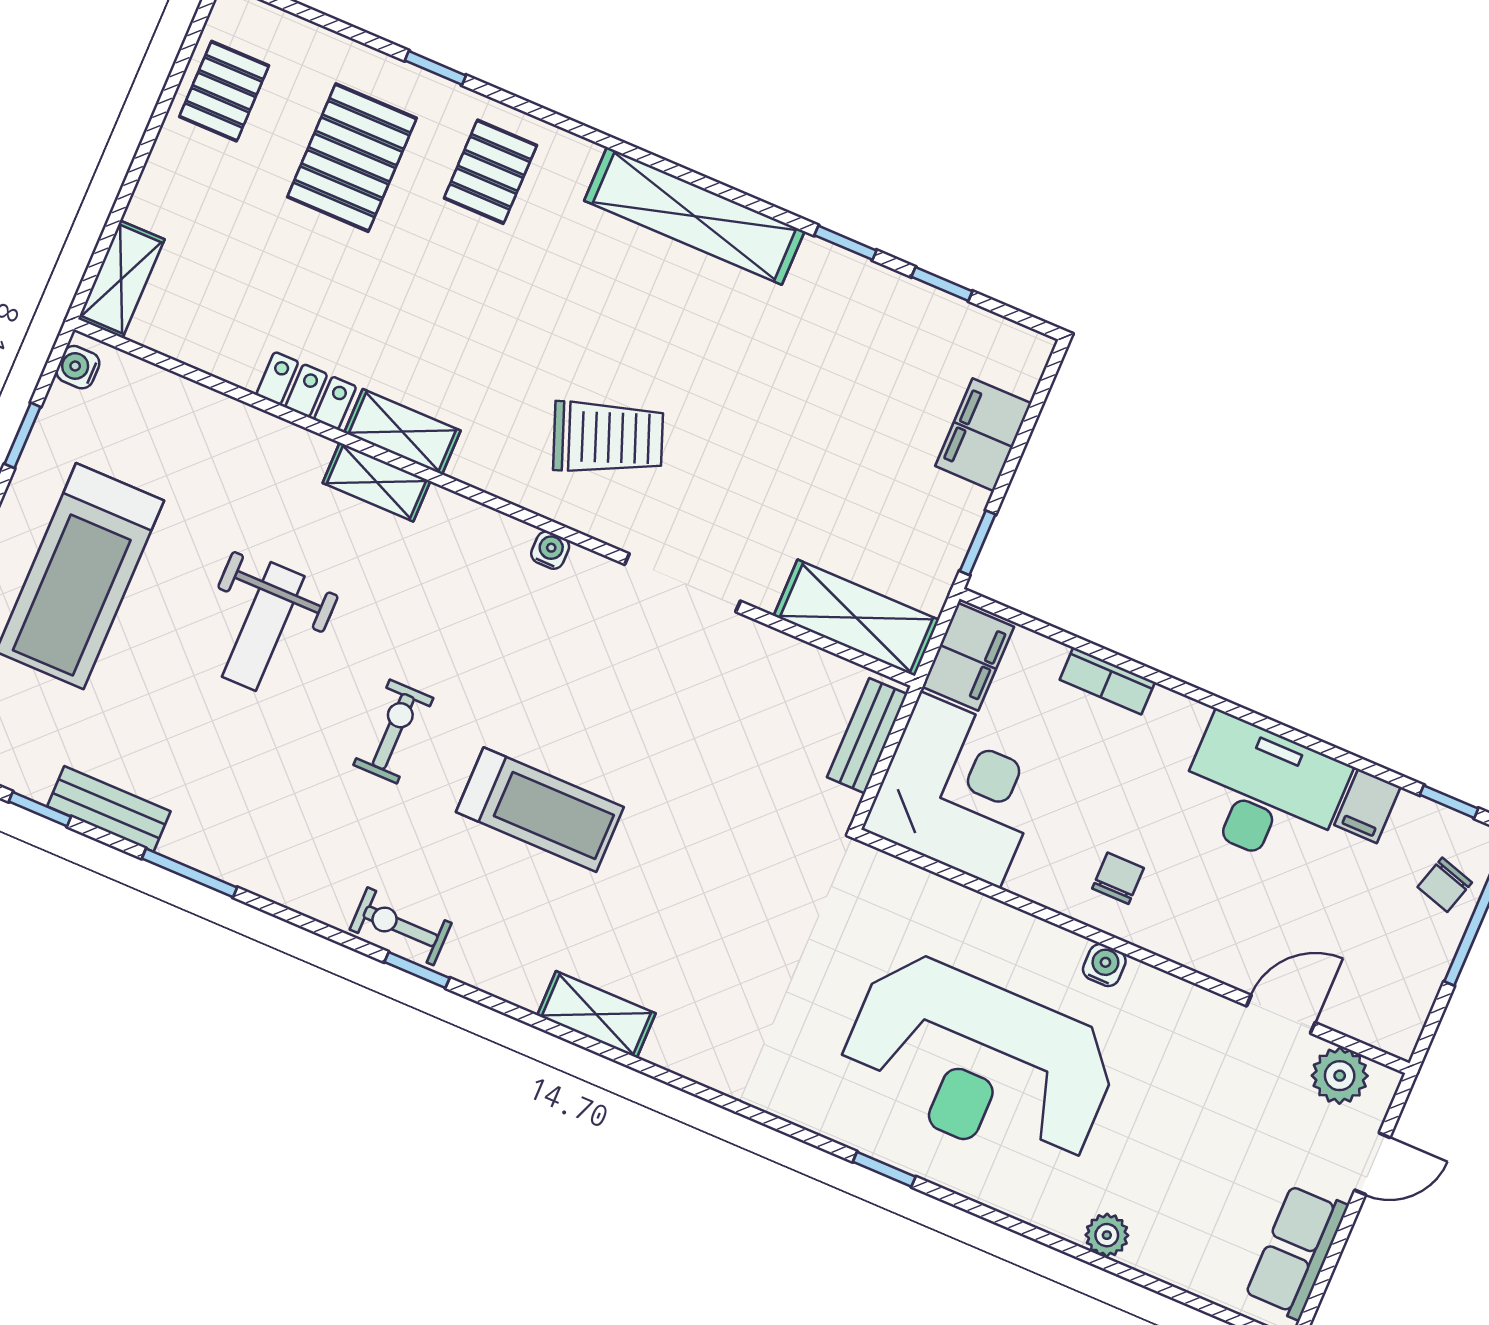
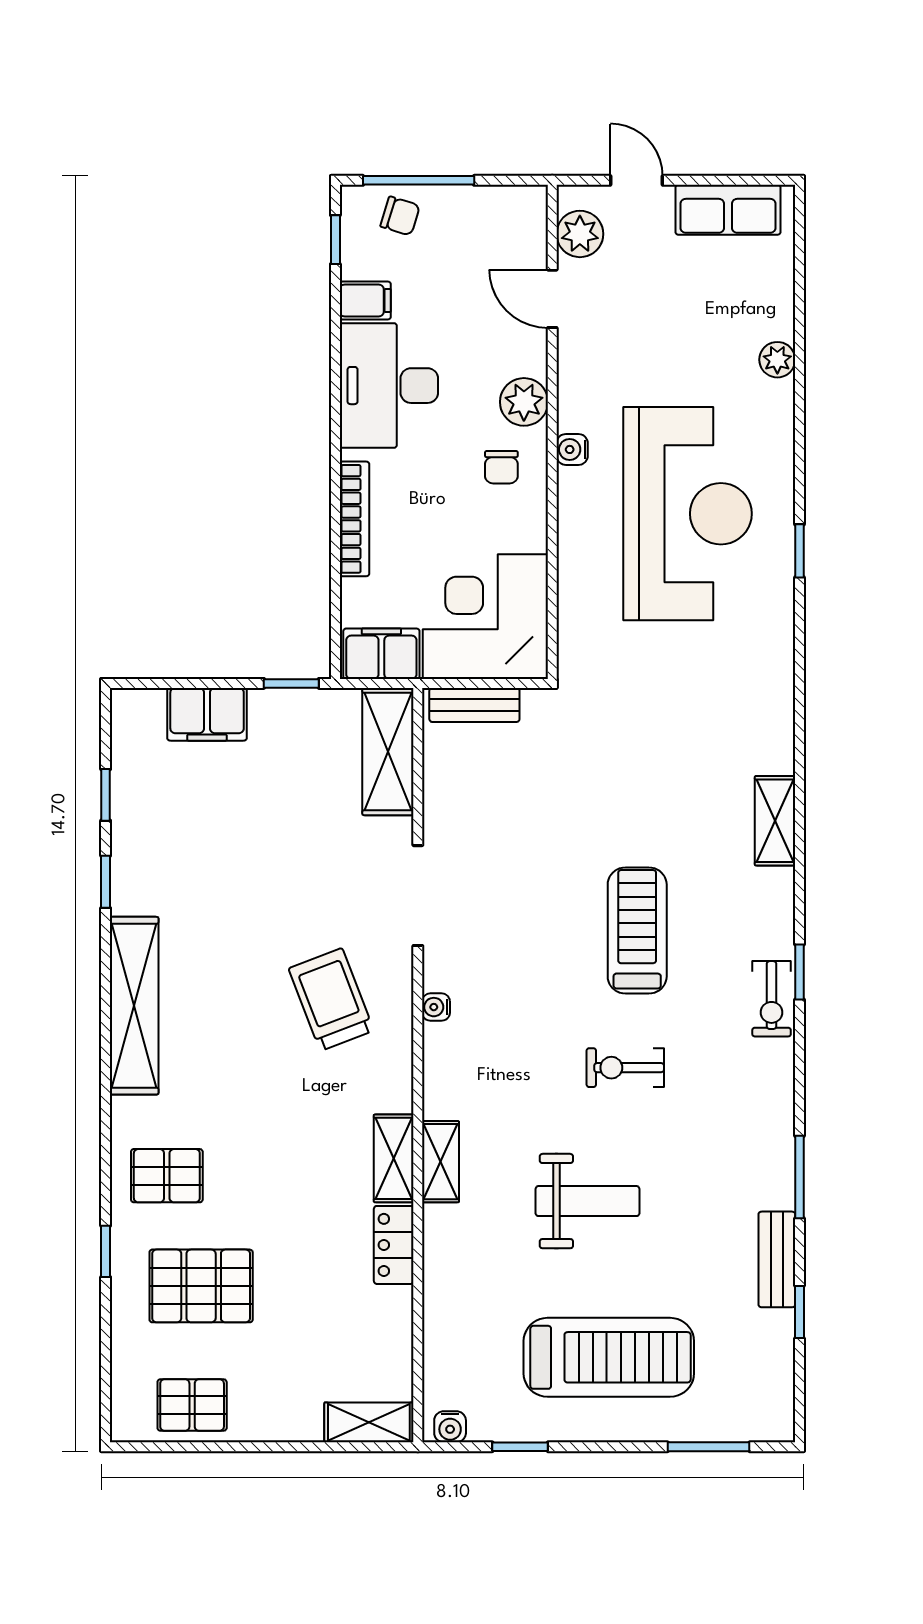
bookcase: (1107, 681) -> (354, 519), width x1.56
chair: (1118, 878) -> (501, 467), turned -90
plant: (1180, 934) -> (524, 402), added

